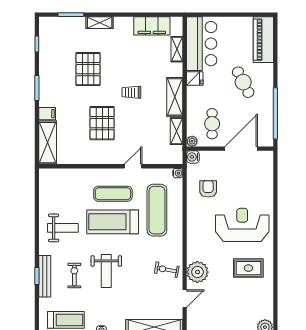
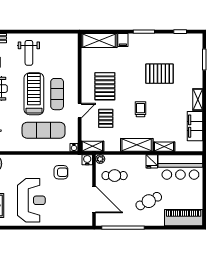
shelving: (100, 23) -> (198, 99), moved
shelving: (177, 49) -> (164, 147), moved
pallet: (102, 123) -> (105, 86), moved, turned 90
shelving: (176, 131) -> (92, 146), moved
pallet: (143, 134) -> (106, 118), added
door: (133, 166) -> (80, 111), hinge flipped

